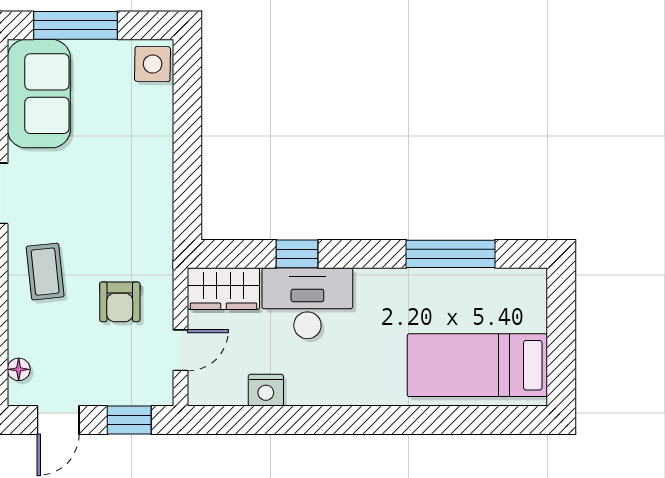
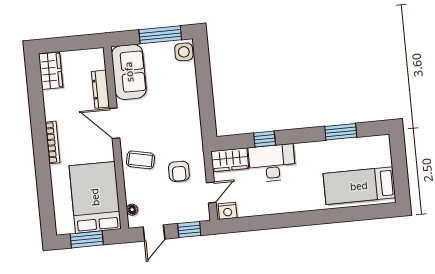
window: (75, 25) -> (160, 35), moved
window: (451, 254) -> (341, 132), width x0.69
coffee table: (45, 272) -> (140, 160), turned -72
nightstand: (266, 390) -> (228, 211), moved

